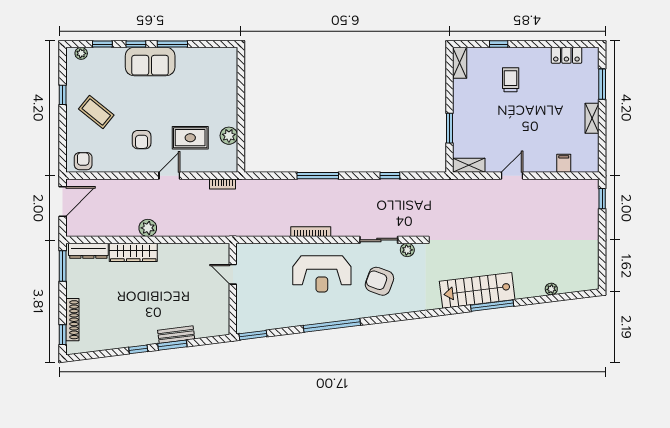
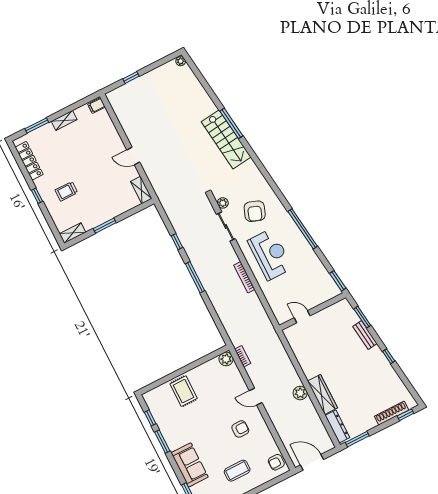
window: (136, 44) -> (150, 418), moved
window: (499, 44) -> (37, 196), moved
locker: (566, 55) -> (29, 161), width x1.53
sofa: (150, 62) -> (190, 465), moved
coffee table: (96, 112) -> (237, 471), turned 51
window: (450, 128) -> (105, 226), moved
plant: (229, 136) -> (226, 359), moved
rug: (190, 138) -> (184, 391), moved
filing cabinet: (564, 163) -> (96, 106), moved
window: (318, 176) -> (195, 277), moved
window: (602, 199) -> (131, 77), moved
door: (233, 274) -> (302, 317), swing flipped
plant: (551, 289) -> (181, 61), moved
window: (172, 345) -> (362, 317), moved

